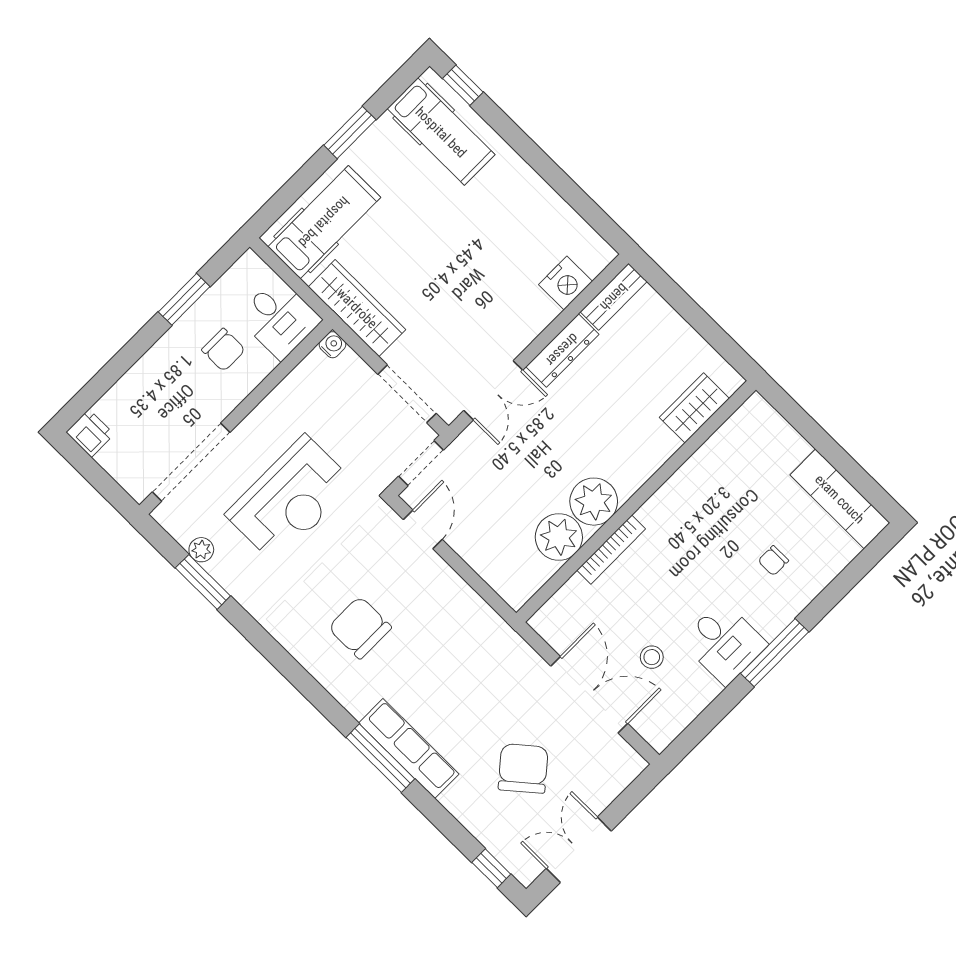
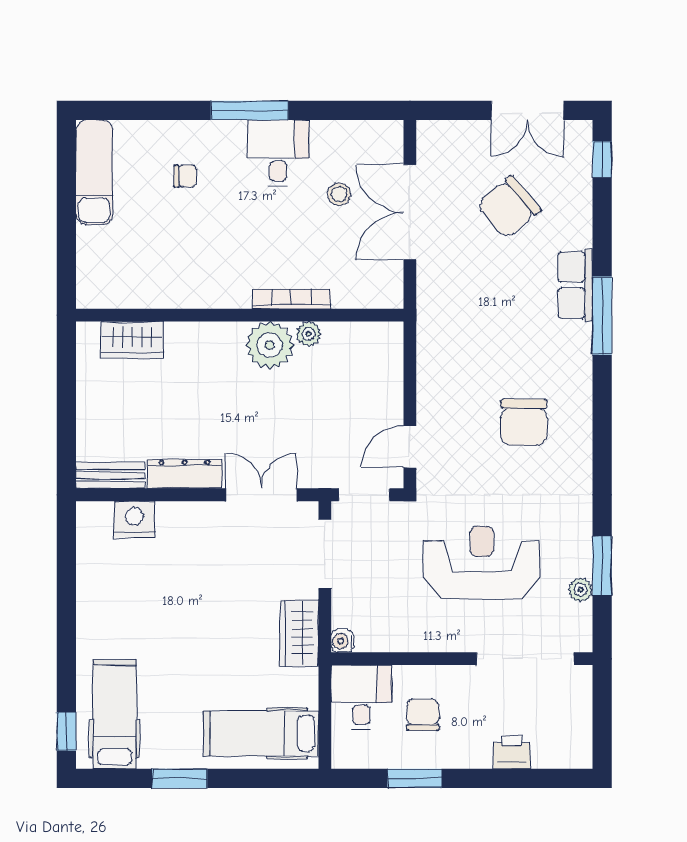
wardrobe: (357, 308) -> (299, 633), width x0.67
printer: (90, 433) -> (512, 752), moved, turned 90
plant: (559, 537) -> (308, 334), width x0.53, depth x0.53
row of seats: (409, 749) -> (575, 285), width x0.68

